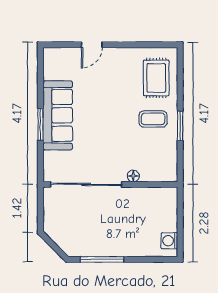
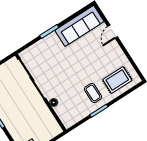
door: (92, 45) -> (113, 32), hinge flipped
sofa: (58, 115) -> (79, 26), moved

